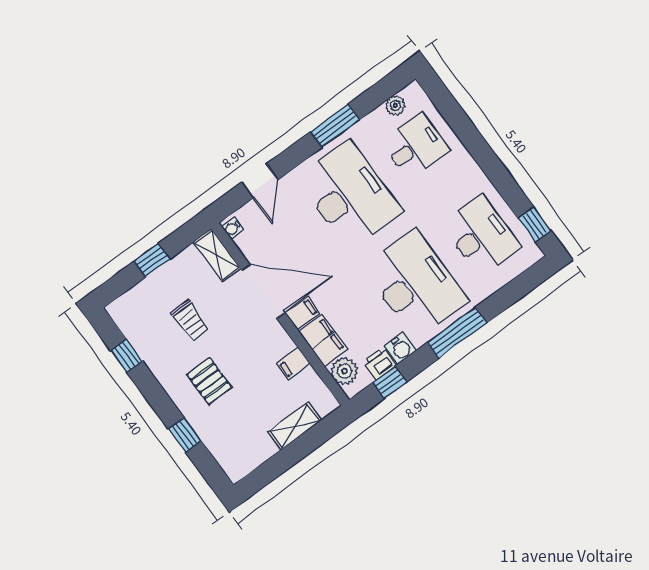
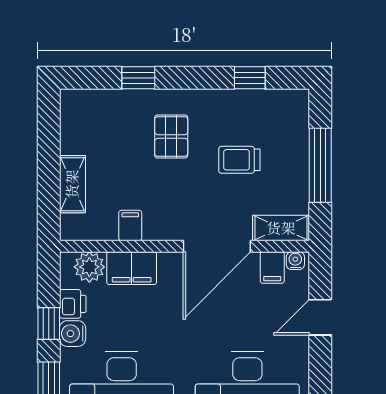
door: (260, 181) -> (320, 317), hinge flipped
window: (152, 260) -> (320, 165), width x2.17
filing cabinet: (303, 313) -> (272, 268), moved
pallet: (209, 381) -> (171, 137), turned 90
window: (390, 382) -> (49, 323), moved

